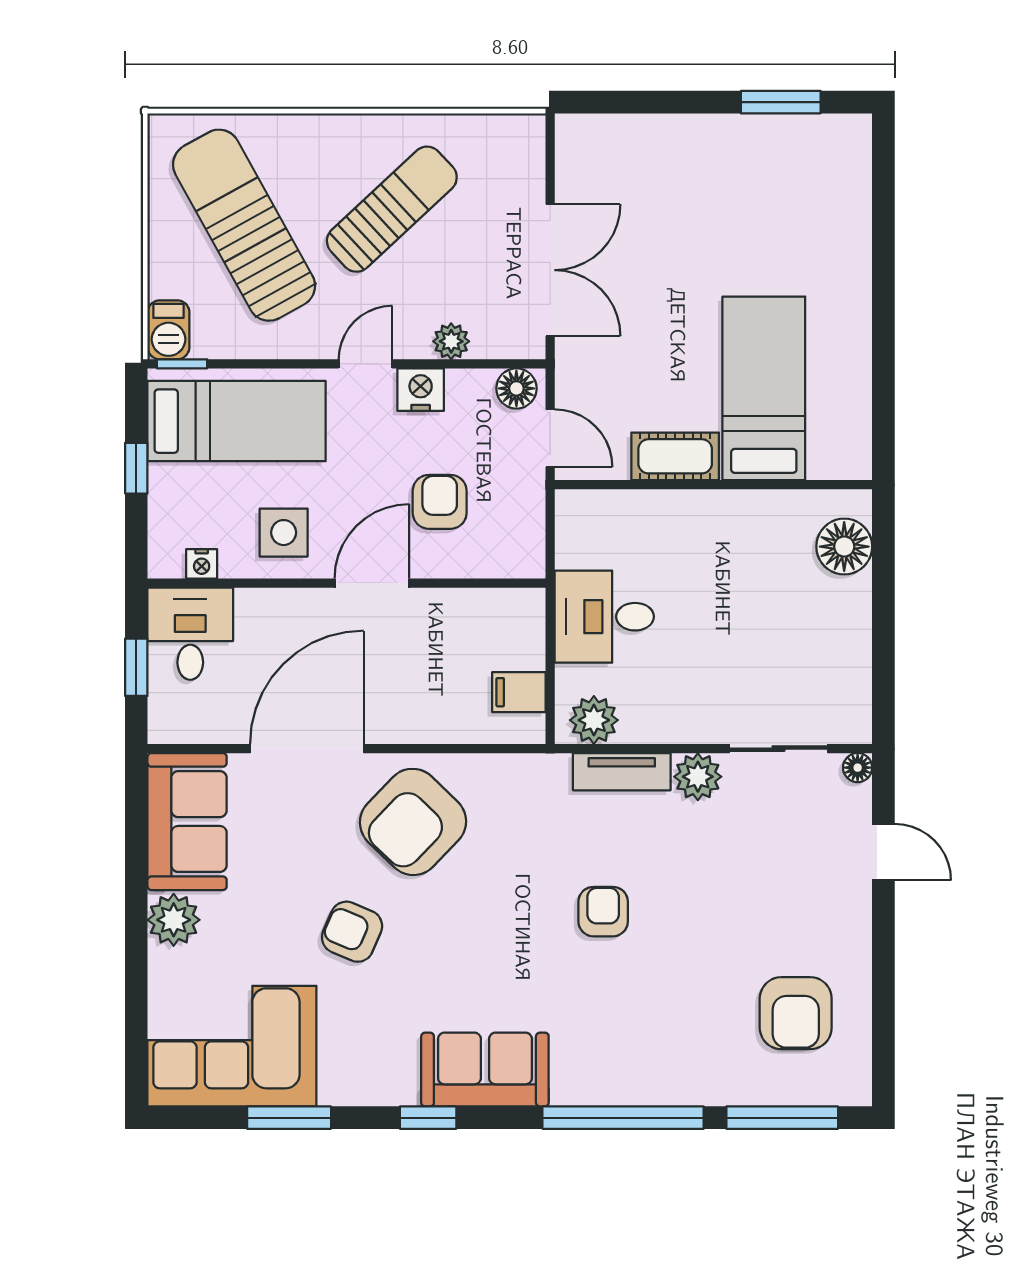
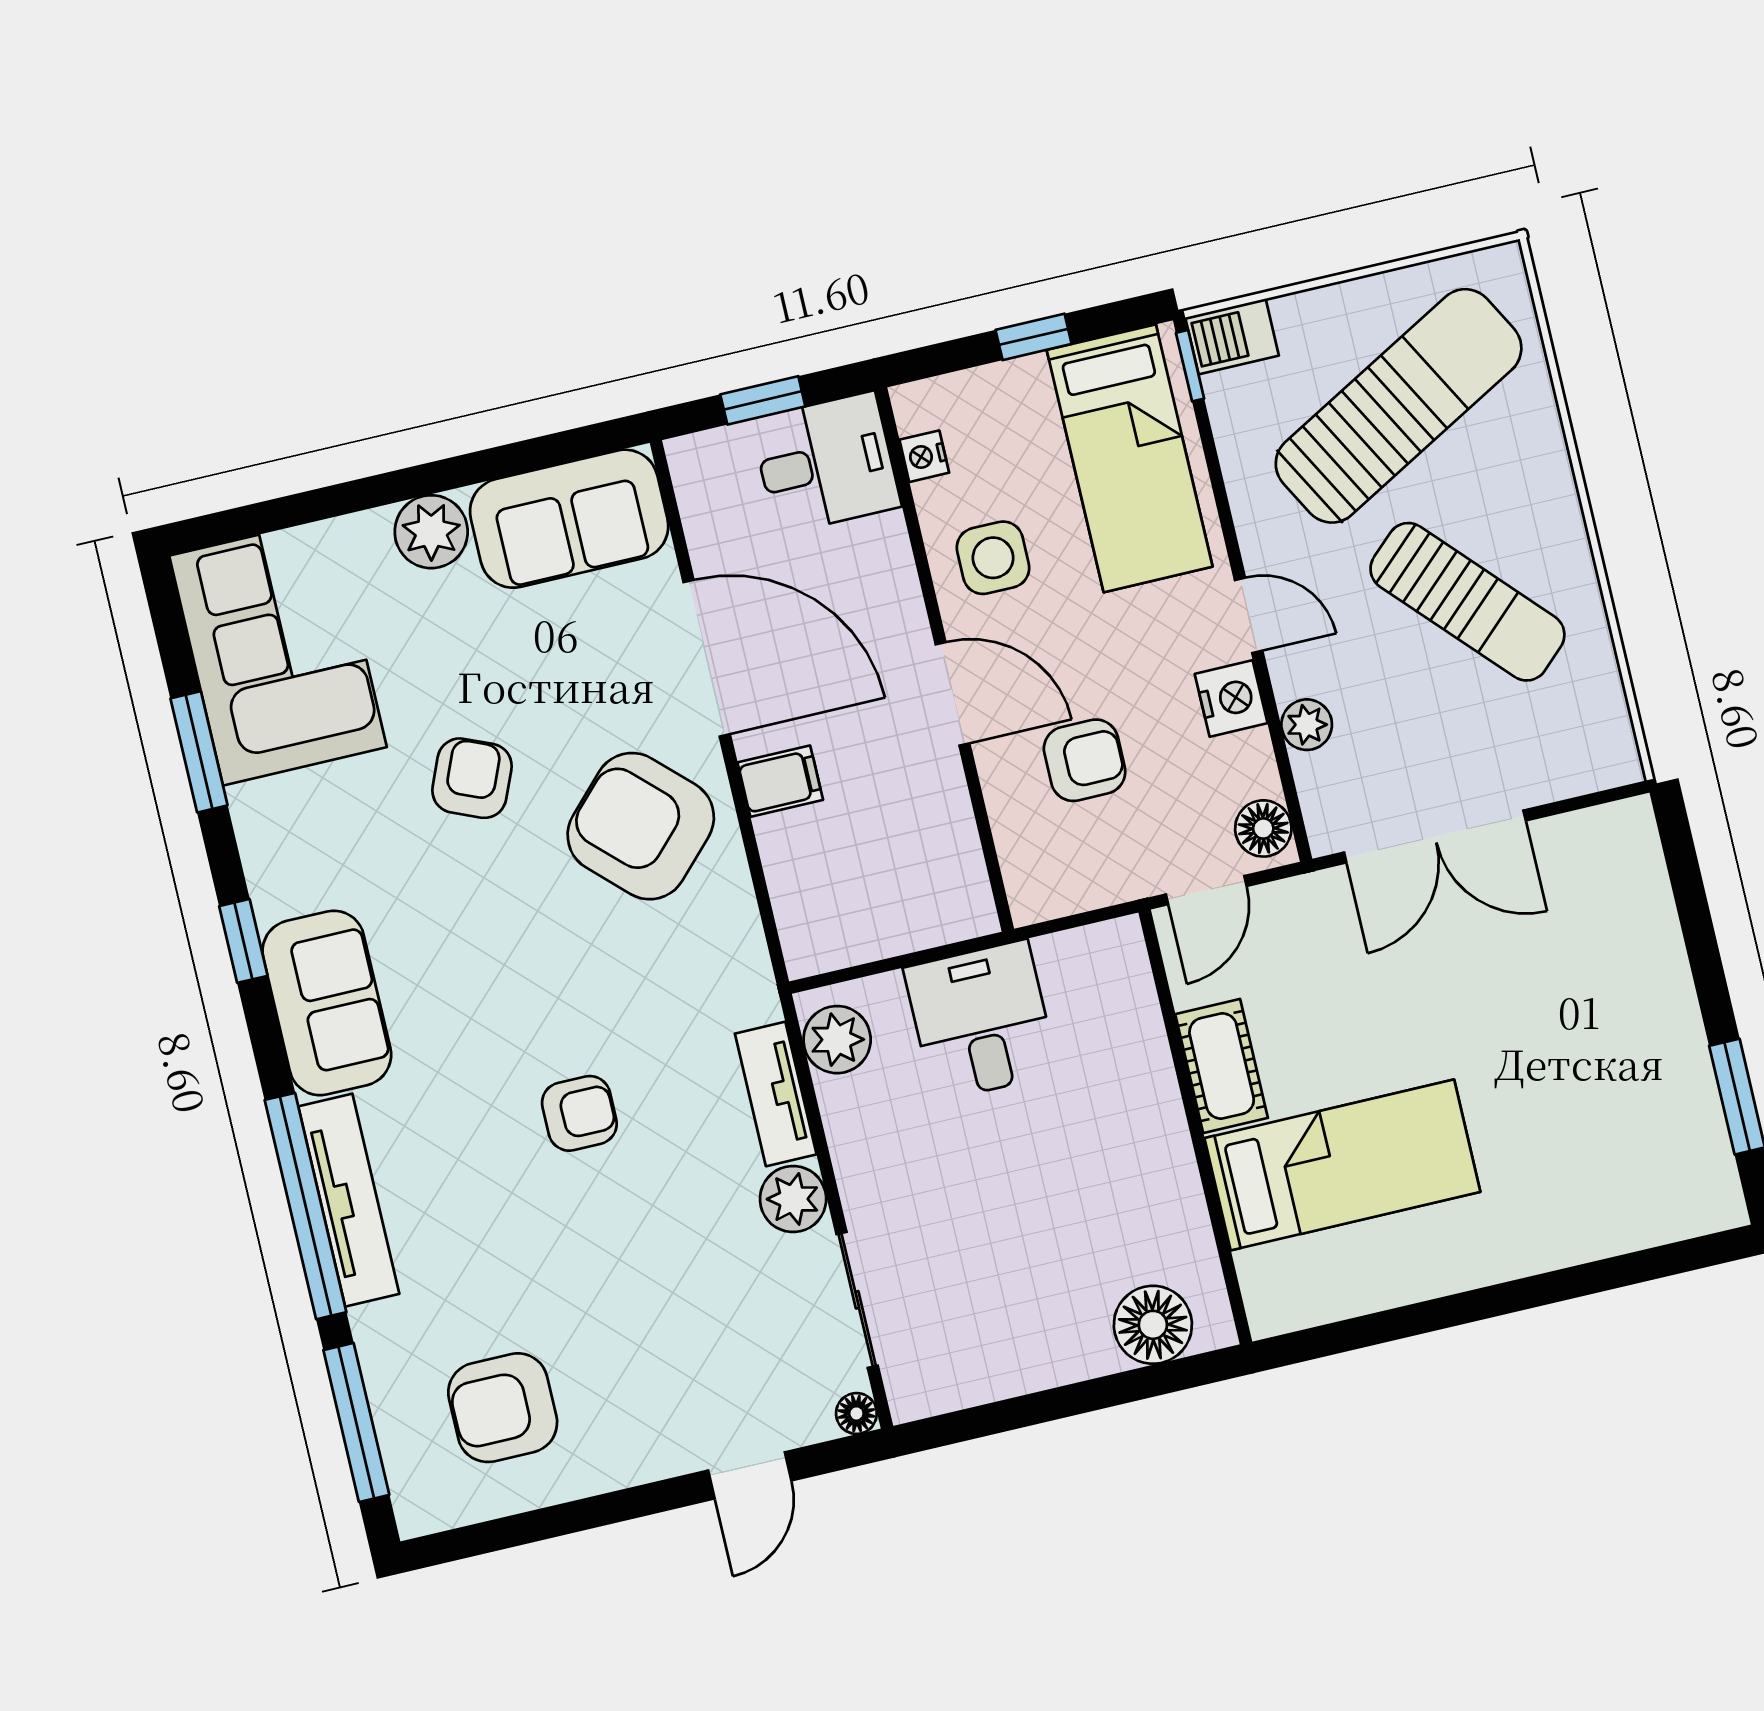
filing cabinet: (519, 692) -> (780, 781), moved, turned 90
tv unit: (626, 1086) -> (349, 1200), added

